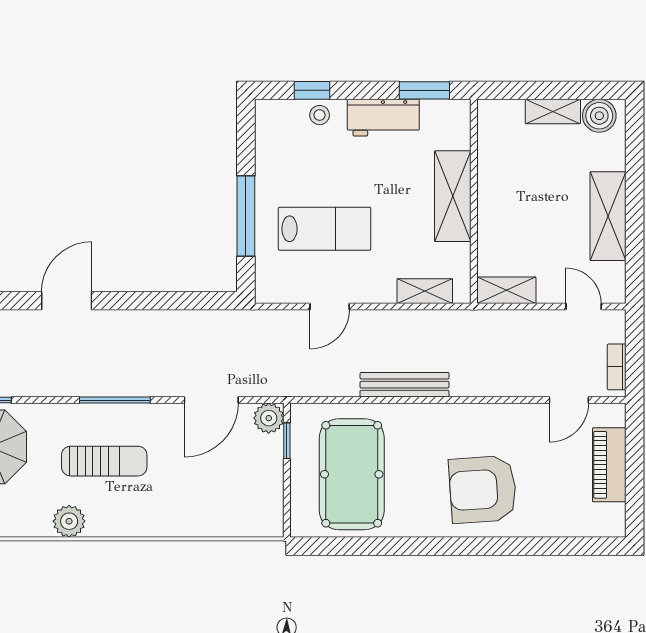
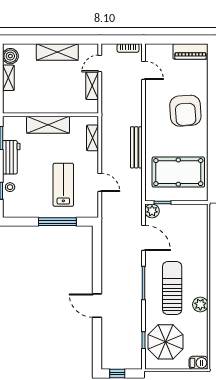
shelving: (506, 290) -> (92, 86), moved
sun lounger: (104, 461) -> (172, 288), width x1.36, depth x1.34
piano: (609, 465) -> (190, 51), moved

